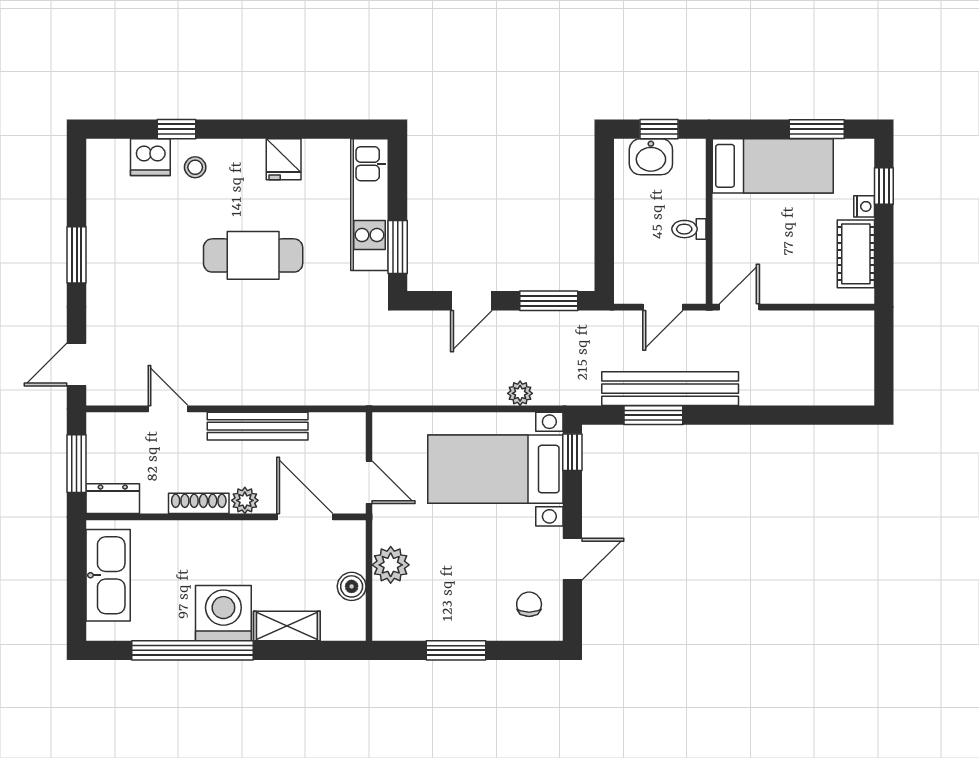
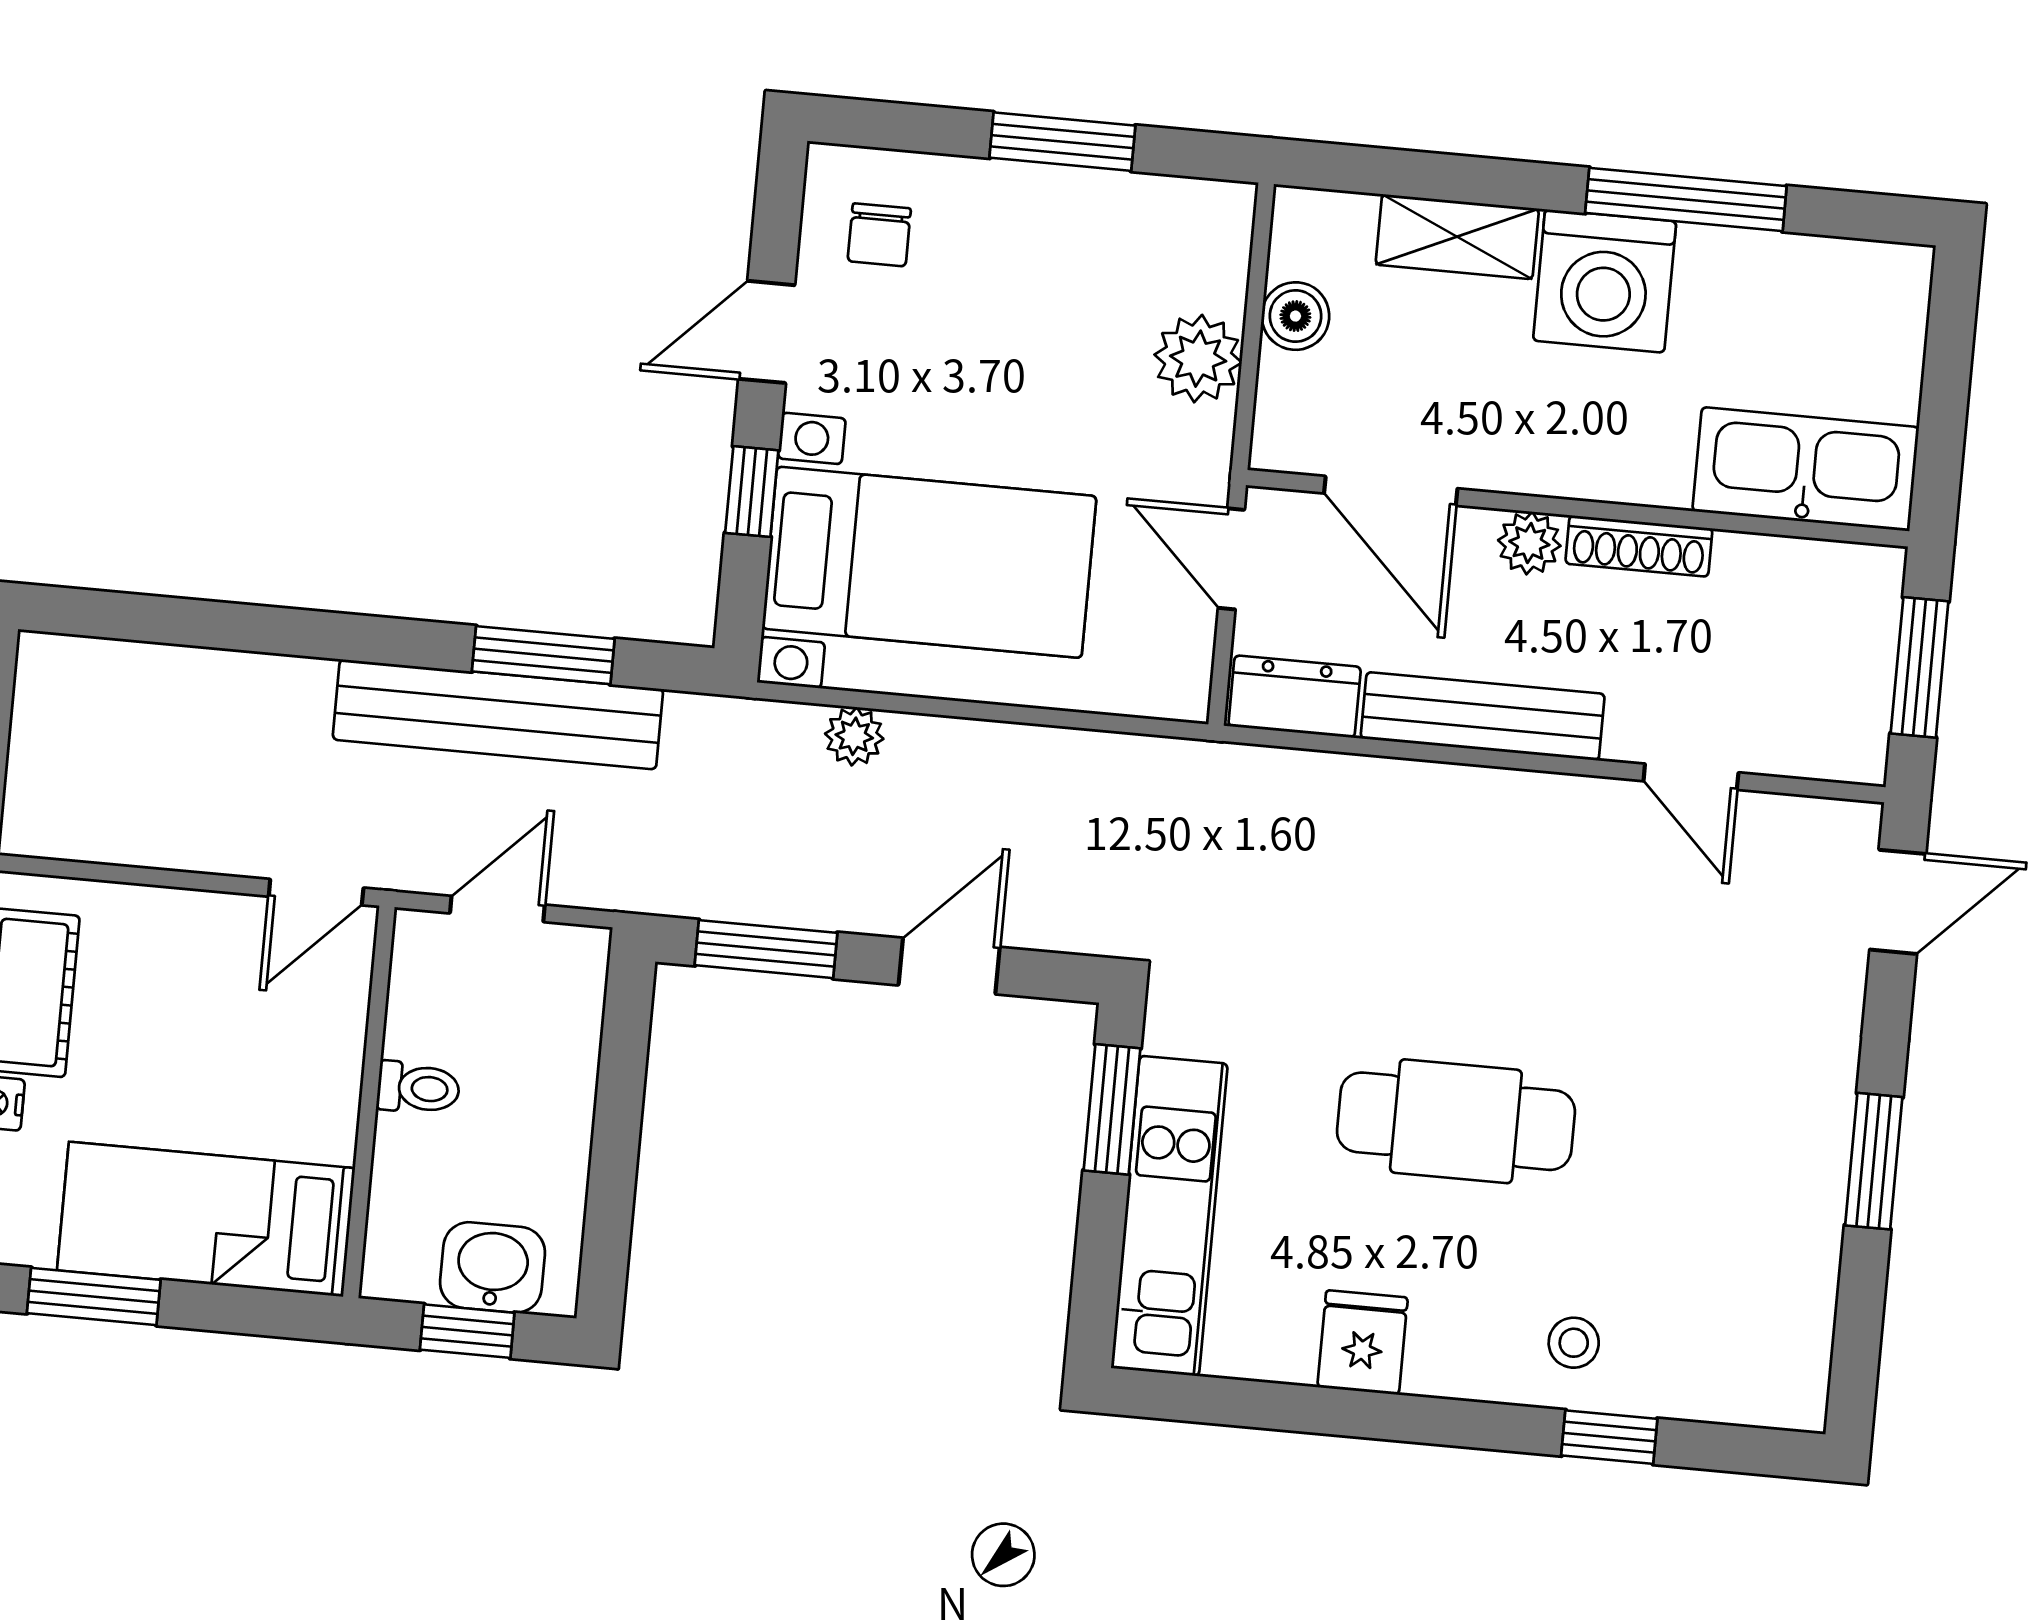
dishwasher: (150, 157) -> (1678, 1376), removed
window: (572, 452) -> (752, 492), moved
dresser: (113, 499) -> (1295, 697), moved, turned 180
kitchen sink: (108, 575) -> (1806, 469), moved, turned 90
window: (193, 650) -> (1686, 199), width x0.68

